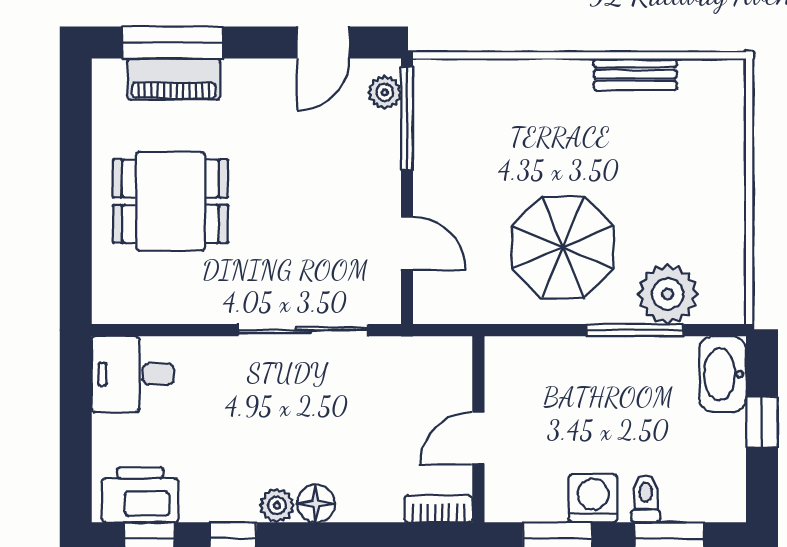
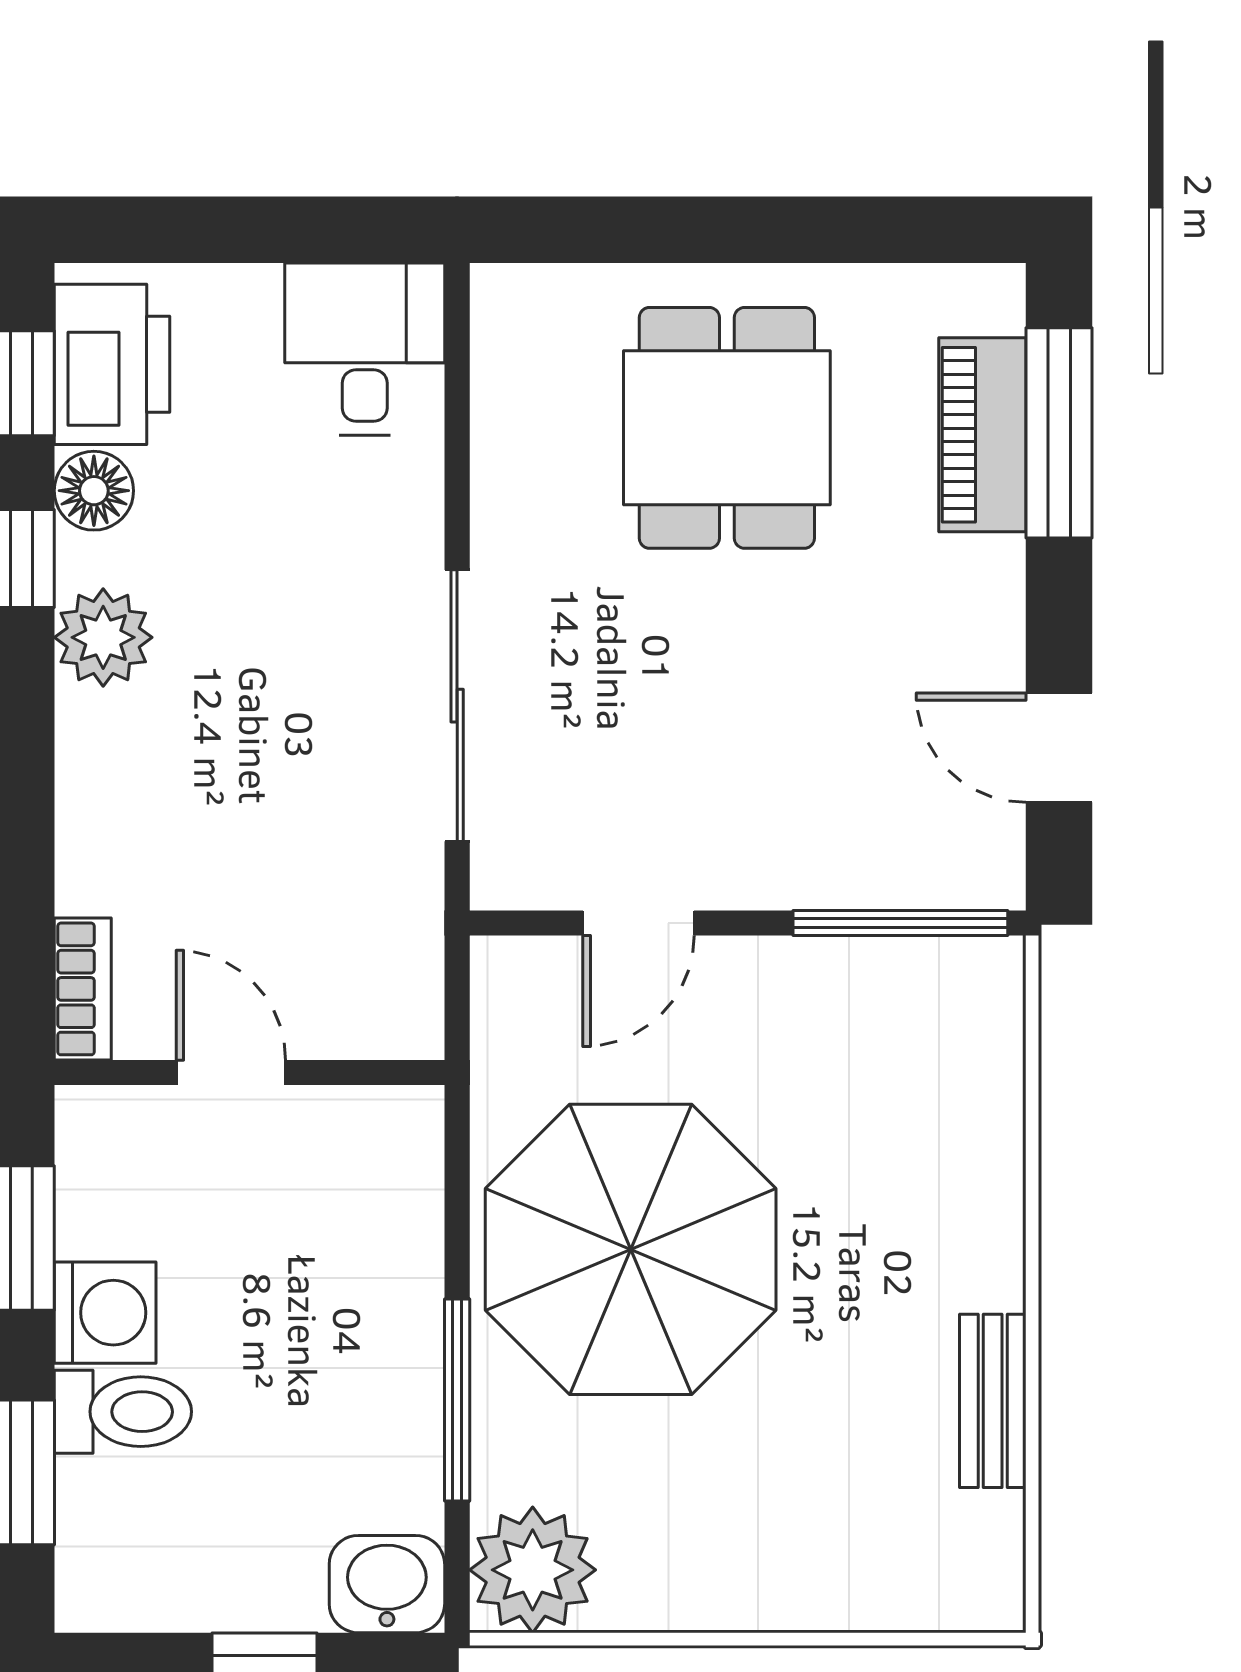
plant: (385, 92) -> (955, 876), removed
parasol: (563, 247) -> (631, 1249), width x1.36, depth x1.36
plant: (668, 294) -> (533, 1570), moved
washbasin: (723, 374) -> (387, 1584), width x0.72
toilet: (646, 499) -> (123, 1412), width x1.37, depth x1.39
floor lamp: (316, 504) -> (94, 491), moved
plant: (277, 505) -> (103, 637), width x1.38, depth x1.38

